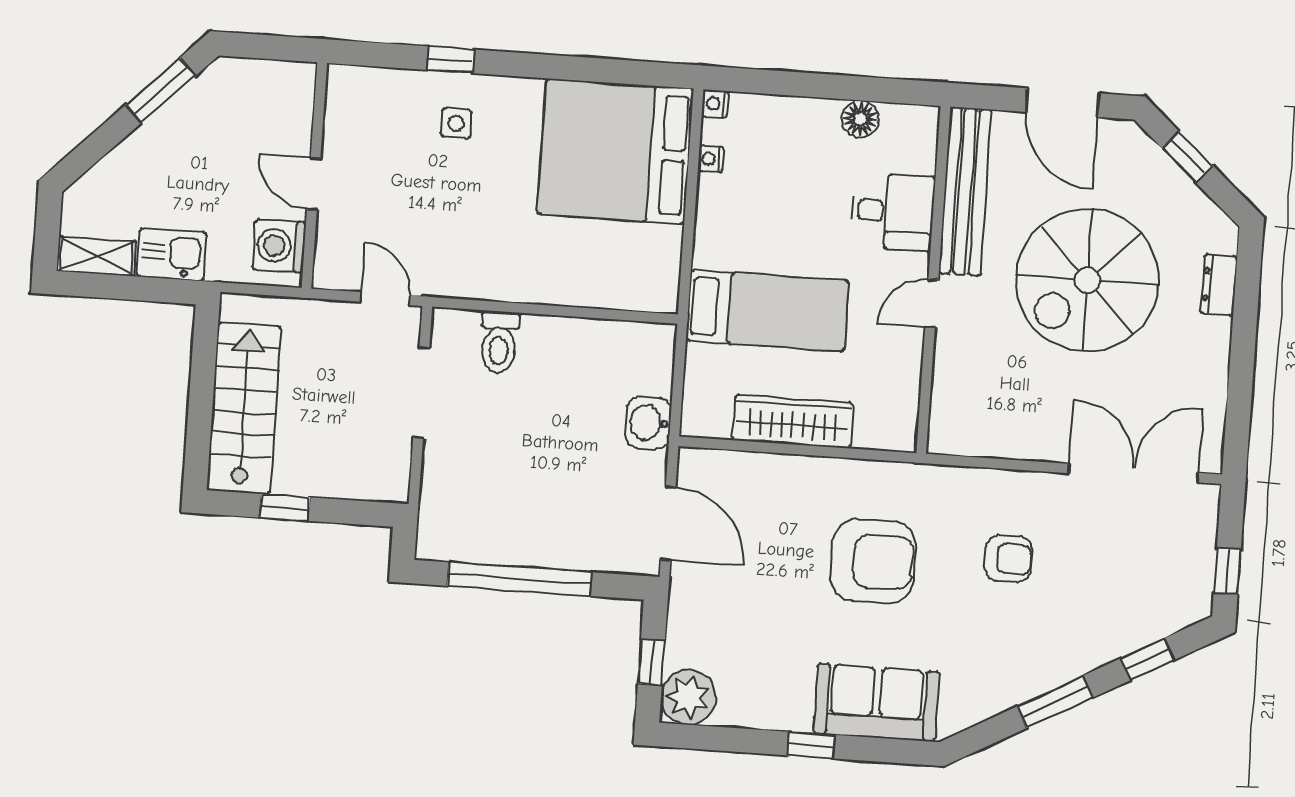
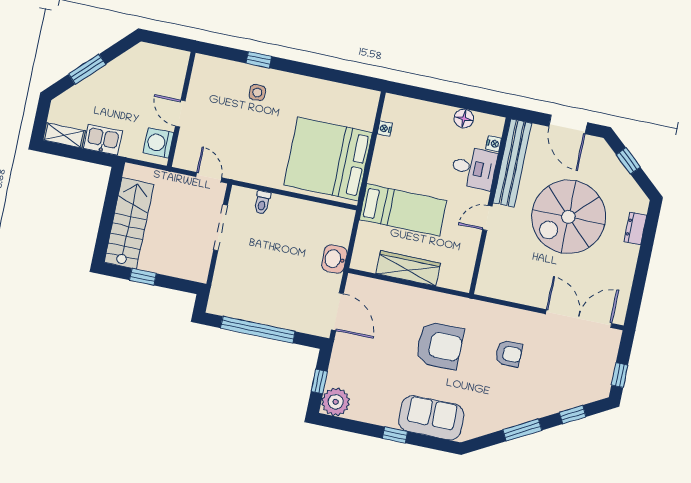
window: (160, 90) -> (87, 69), moved
nightstand: (715, 104) -> (494, 144), moved, turned 180
bed: (615, 151) -> (328, 159), moved
toilet: (499, 342) -> (262, 203), width x0.73, depth x0.72

